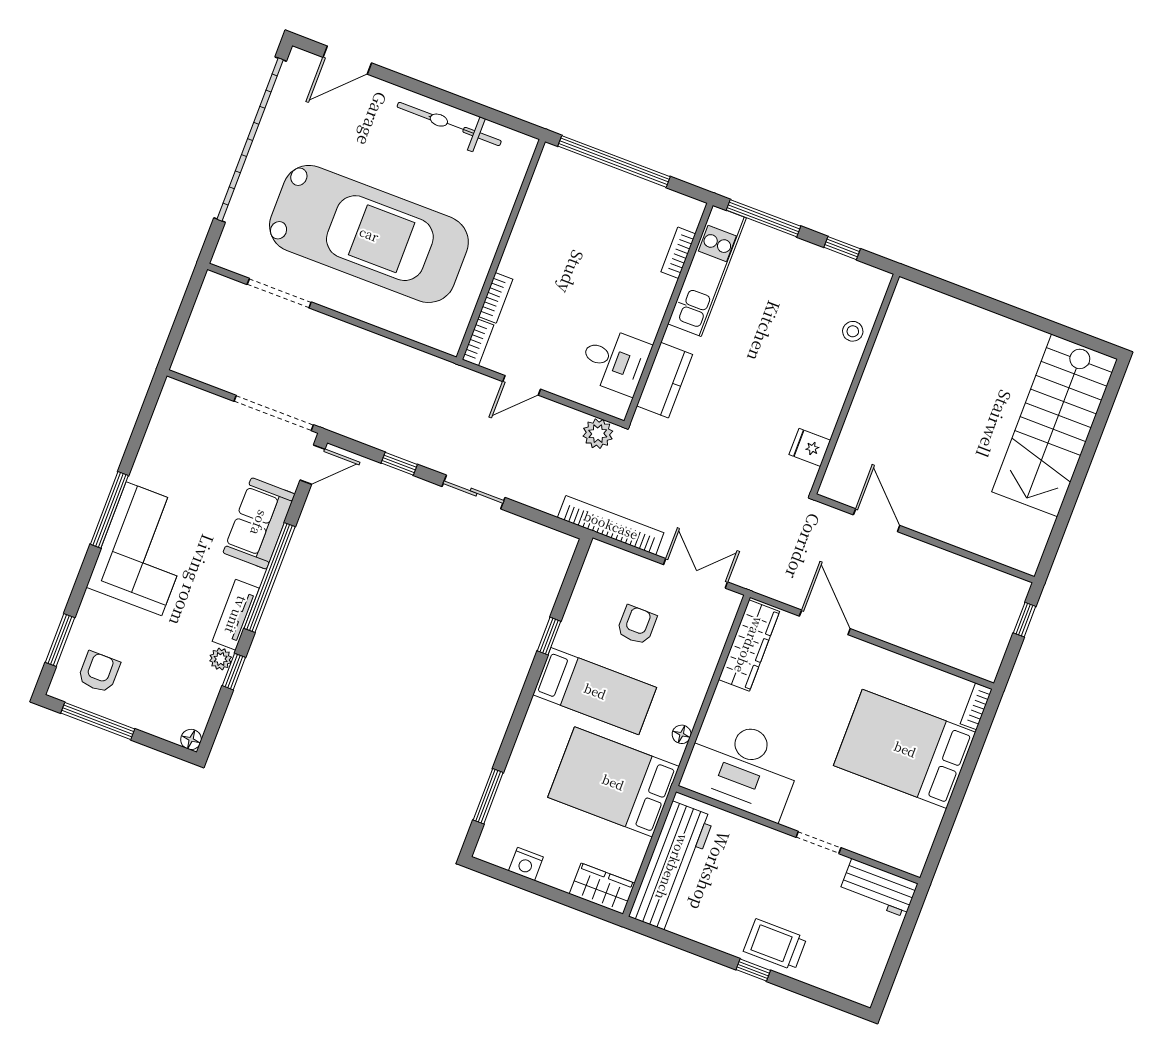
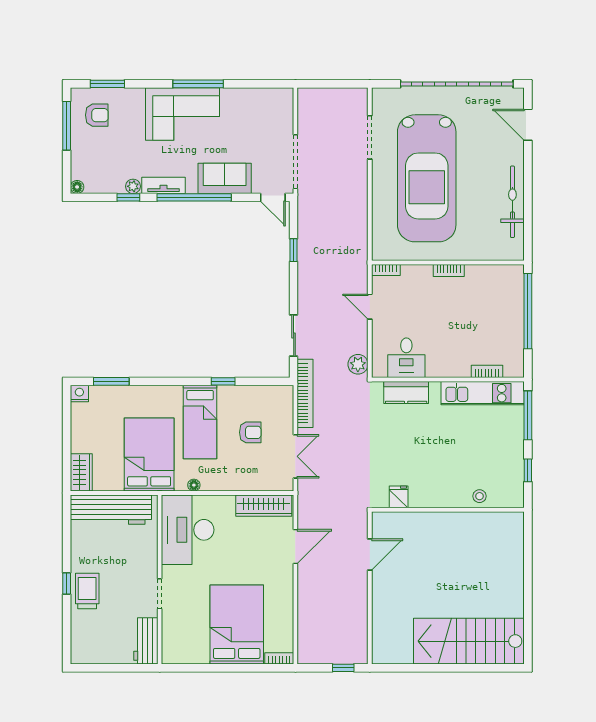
bookcase: (496, 298) -> (449, 270), moved
sliding door: (474, 492) -> (294, 336), moved
nightstand: (526, 864) -> (79, 393), moved, turned 90

